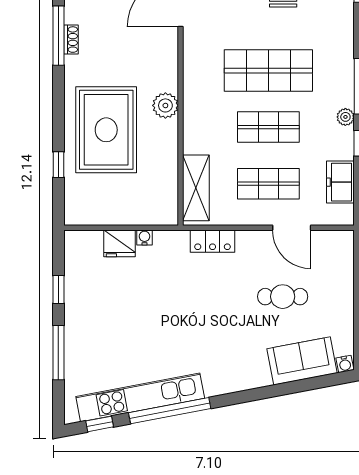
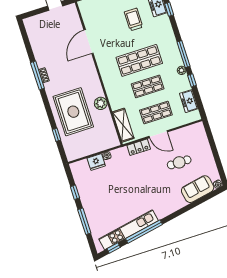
plant: (165, 105) -> (101, 103), moved
door: (292, 228) -> (158, 134), moved

